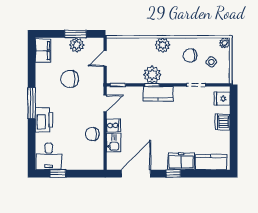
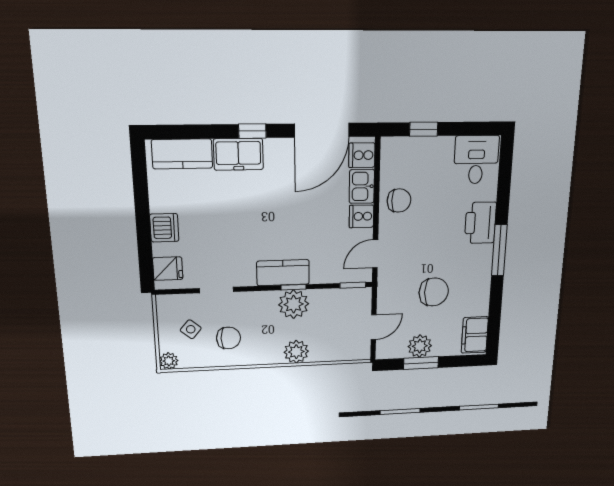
plant: (163, 45) -> (296, 352), moved
cooker: (114, 160) -> (362, 155), added
window: (58, 174) -> (424, 129), moved

